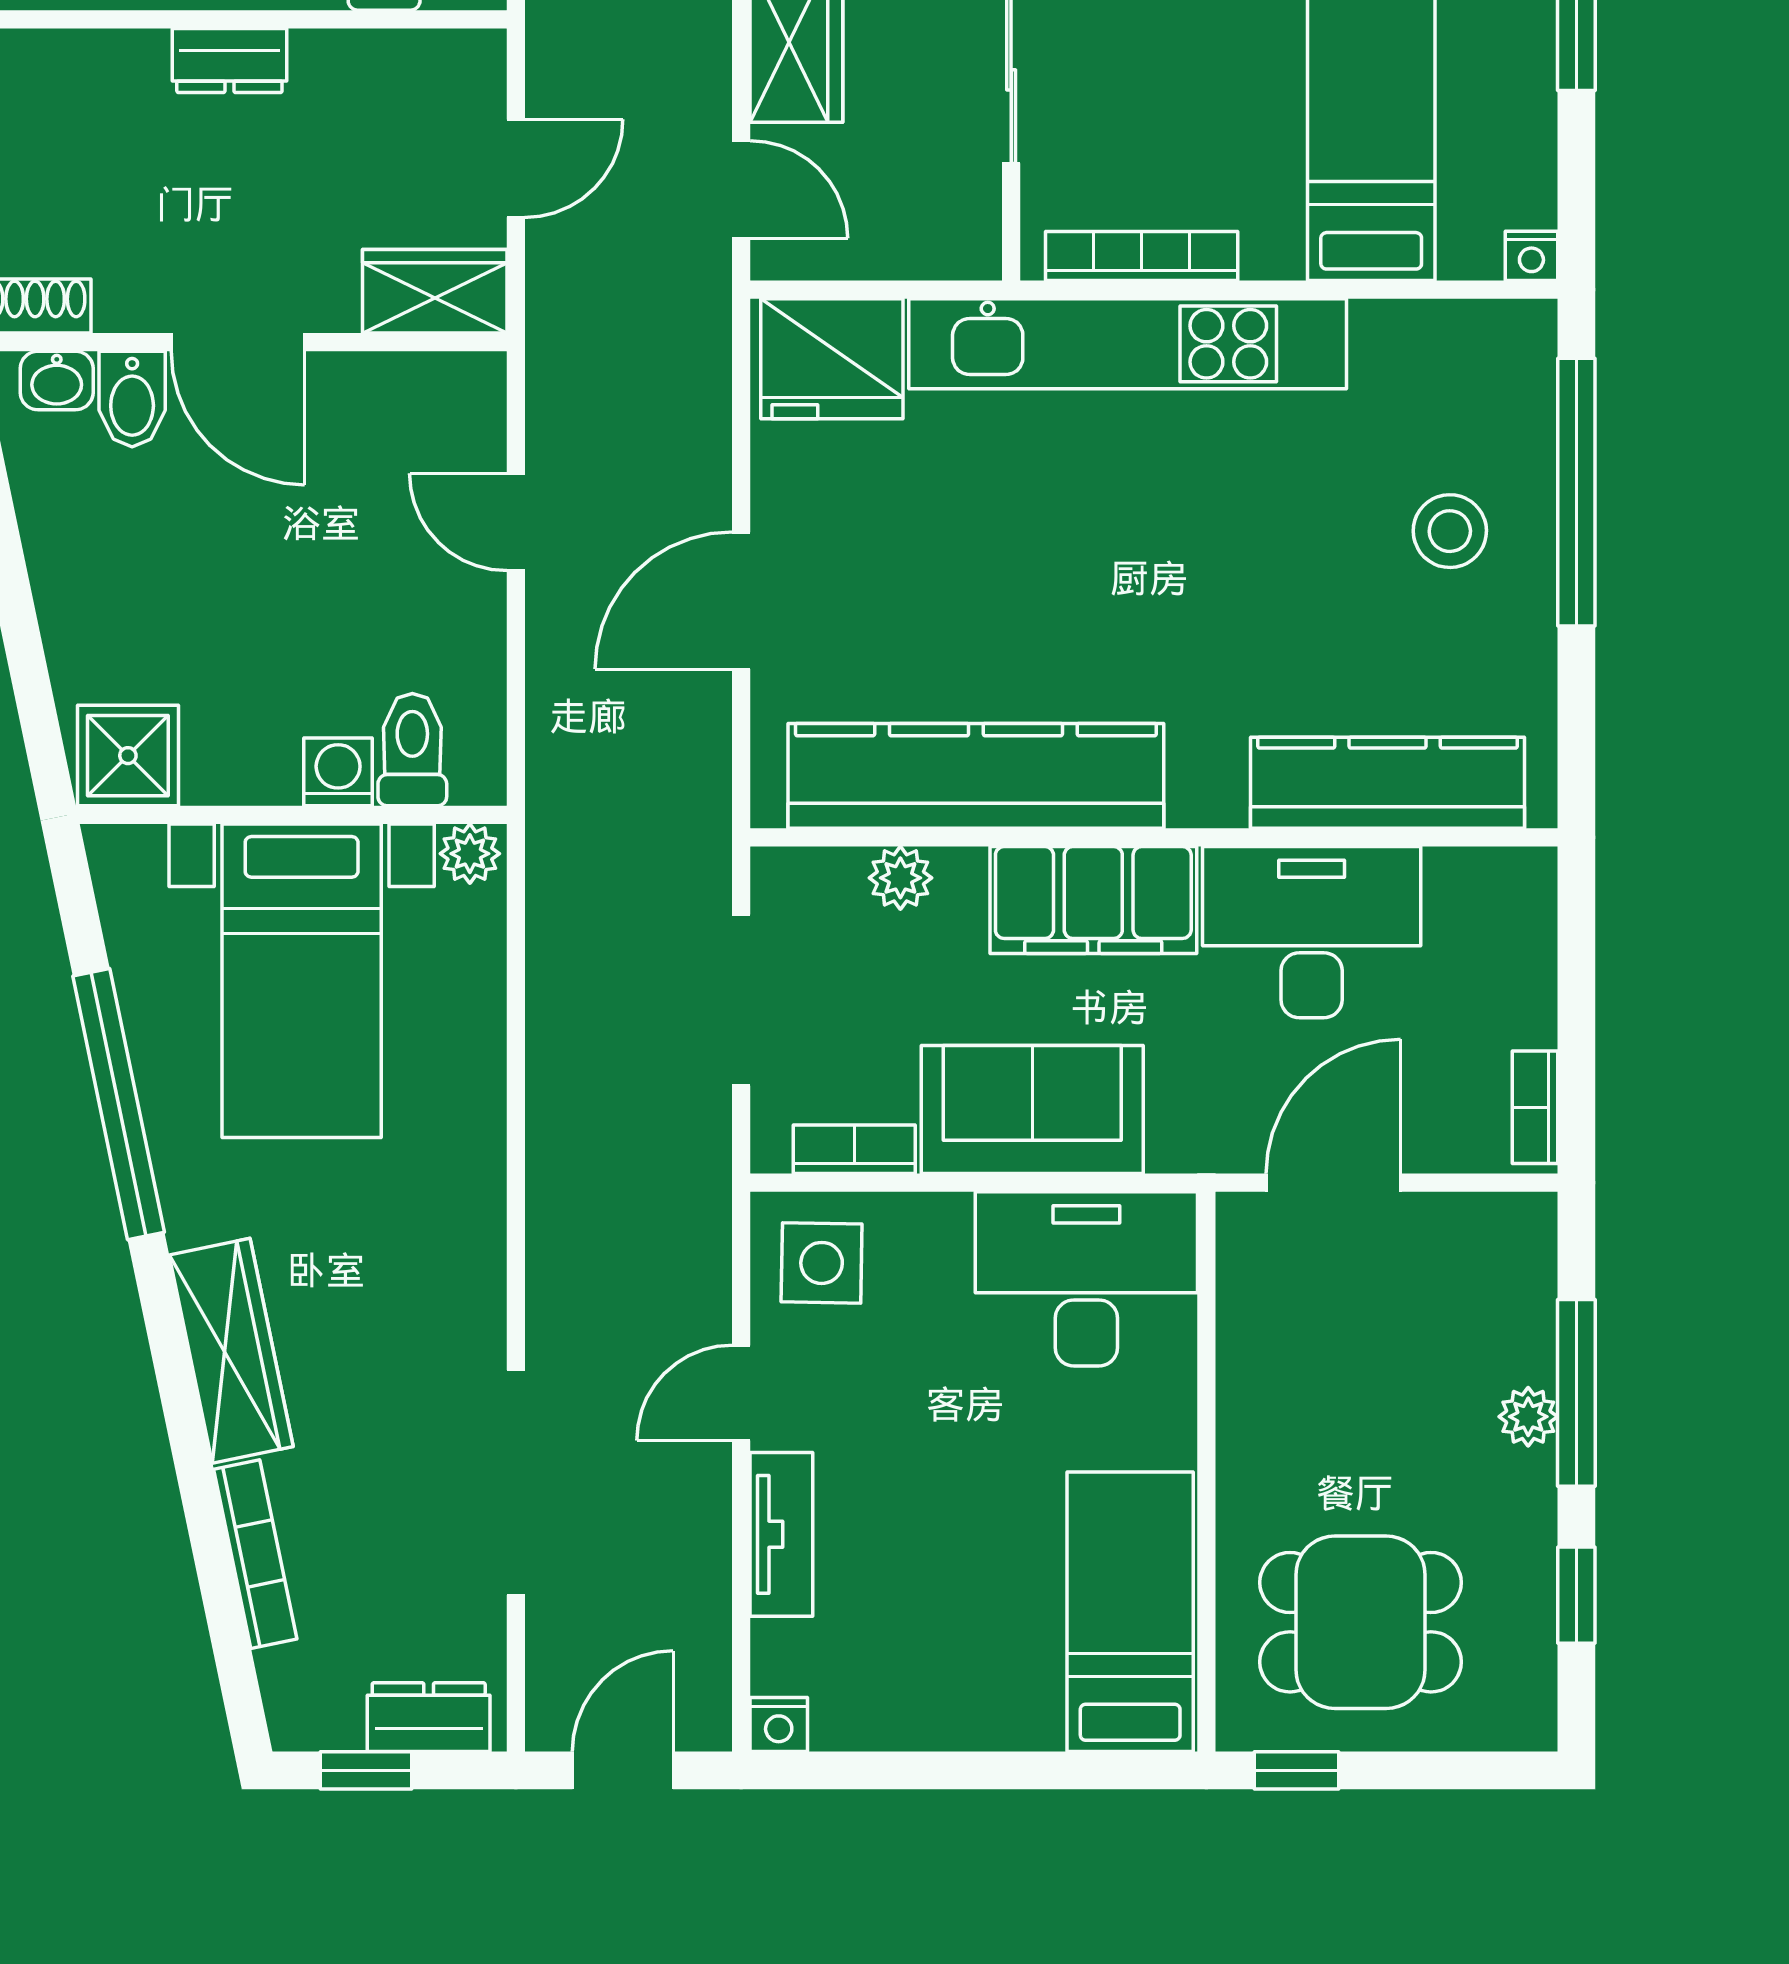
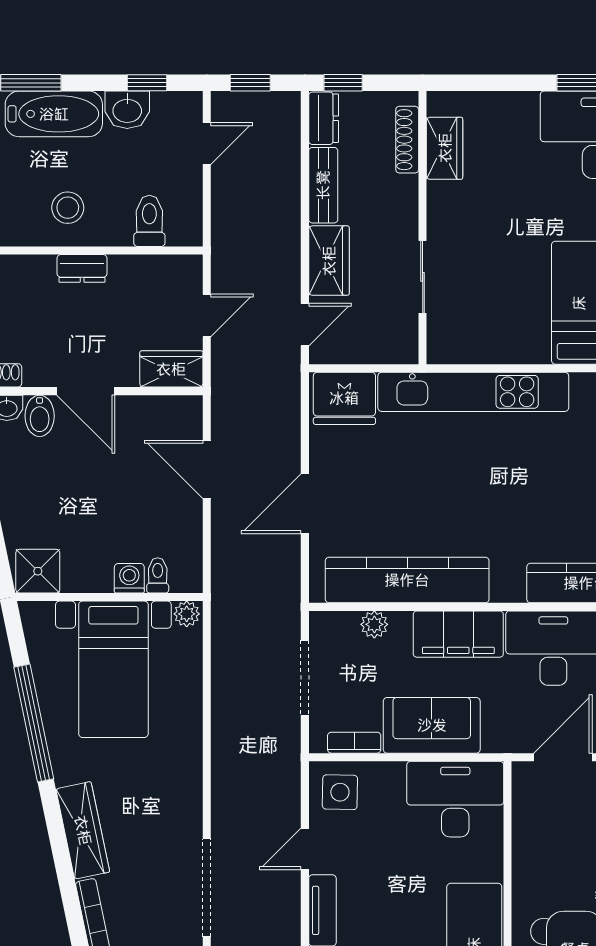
door: (741, 189) -> (305, 325), hinge flipped
bookcase: (1142, 256) -> (479, 354), removed
door: (516, 522) -> (207, 469), width x1.38
toilet: (412, 750) -> (158, 575), width x0.73, depth x0.72

